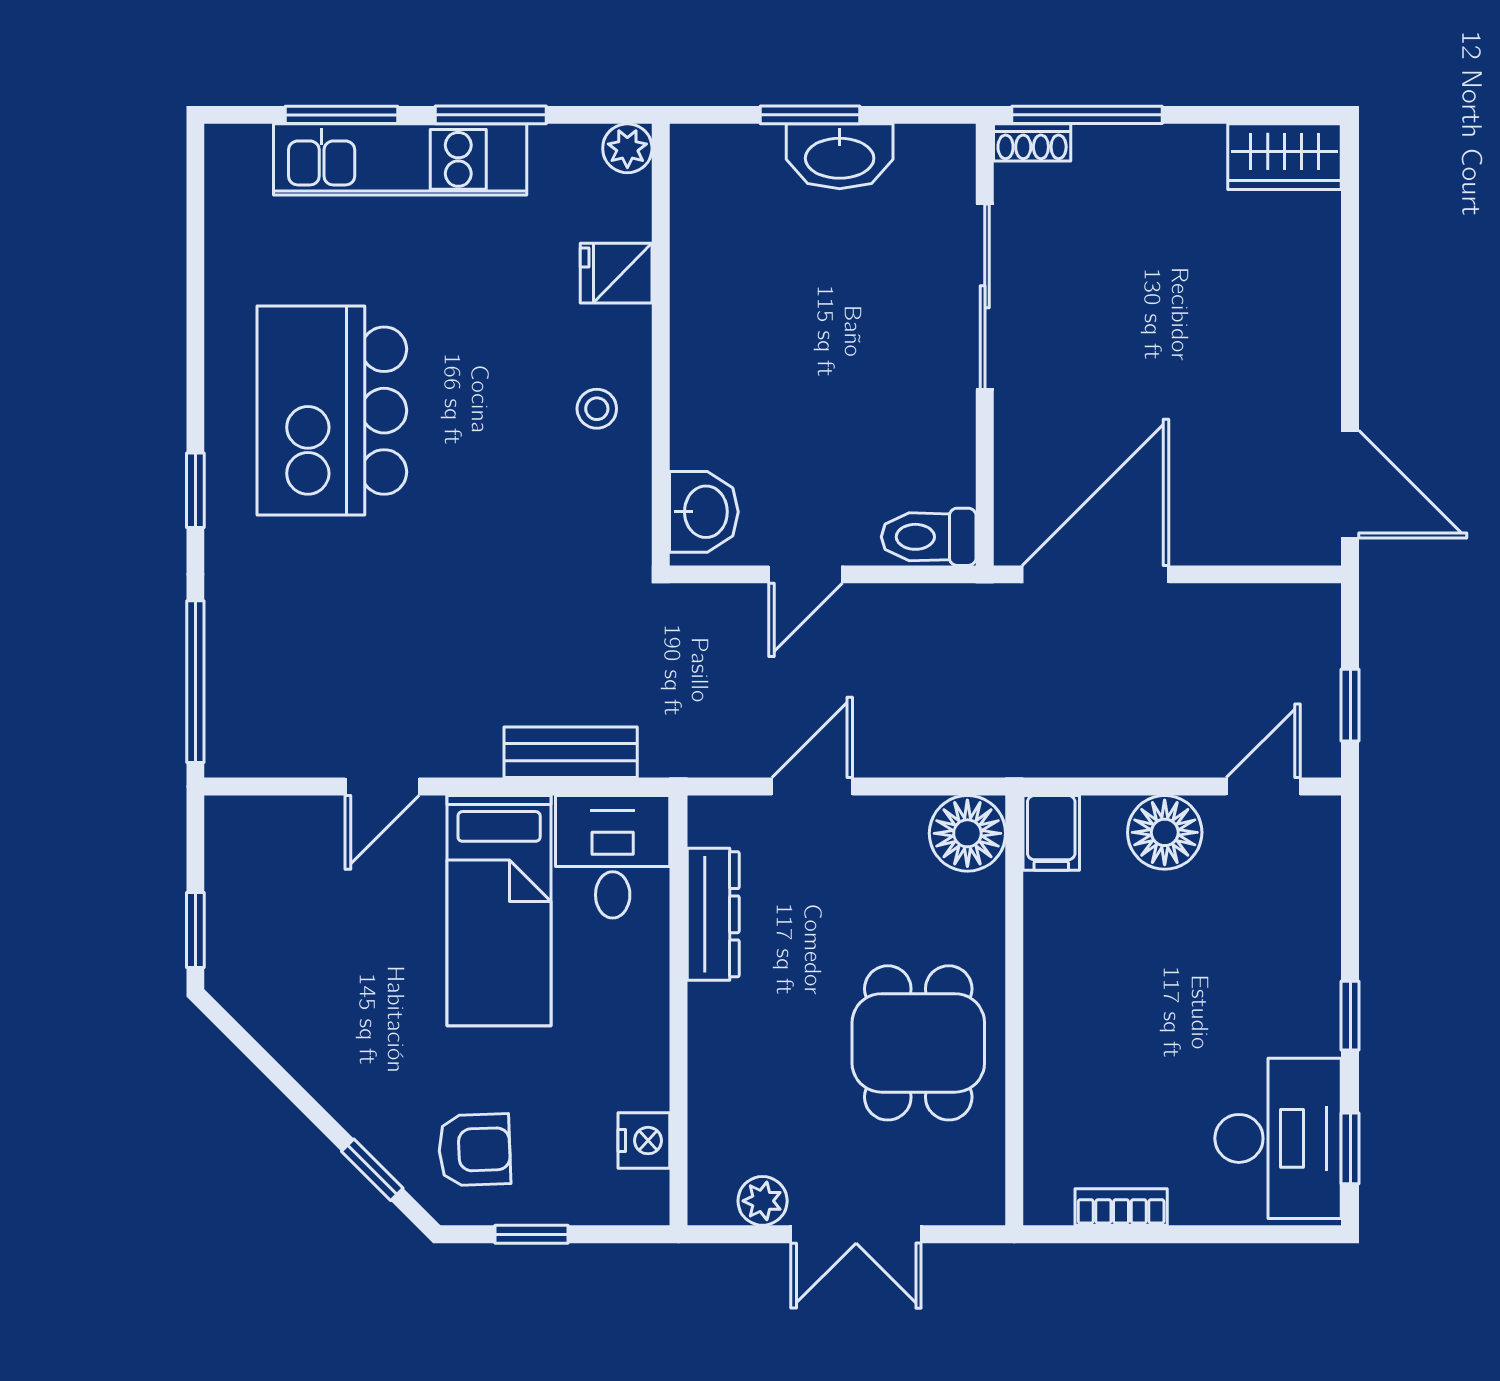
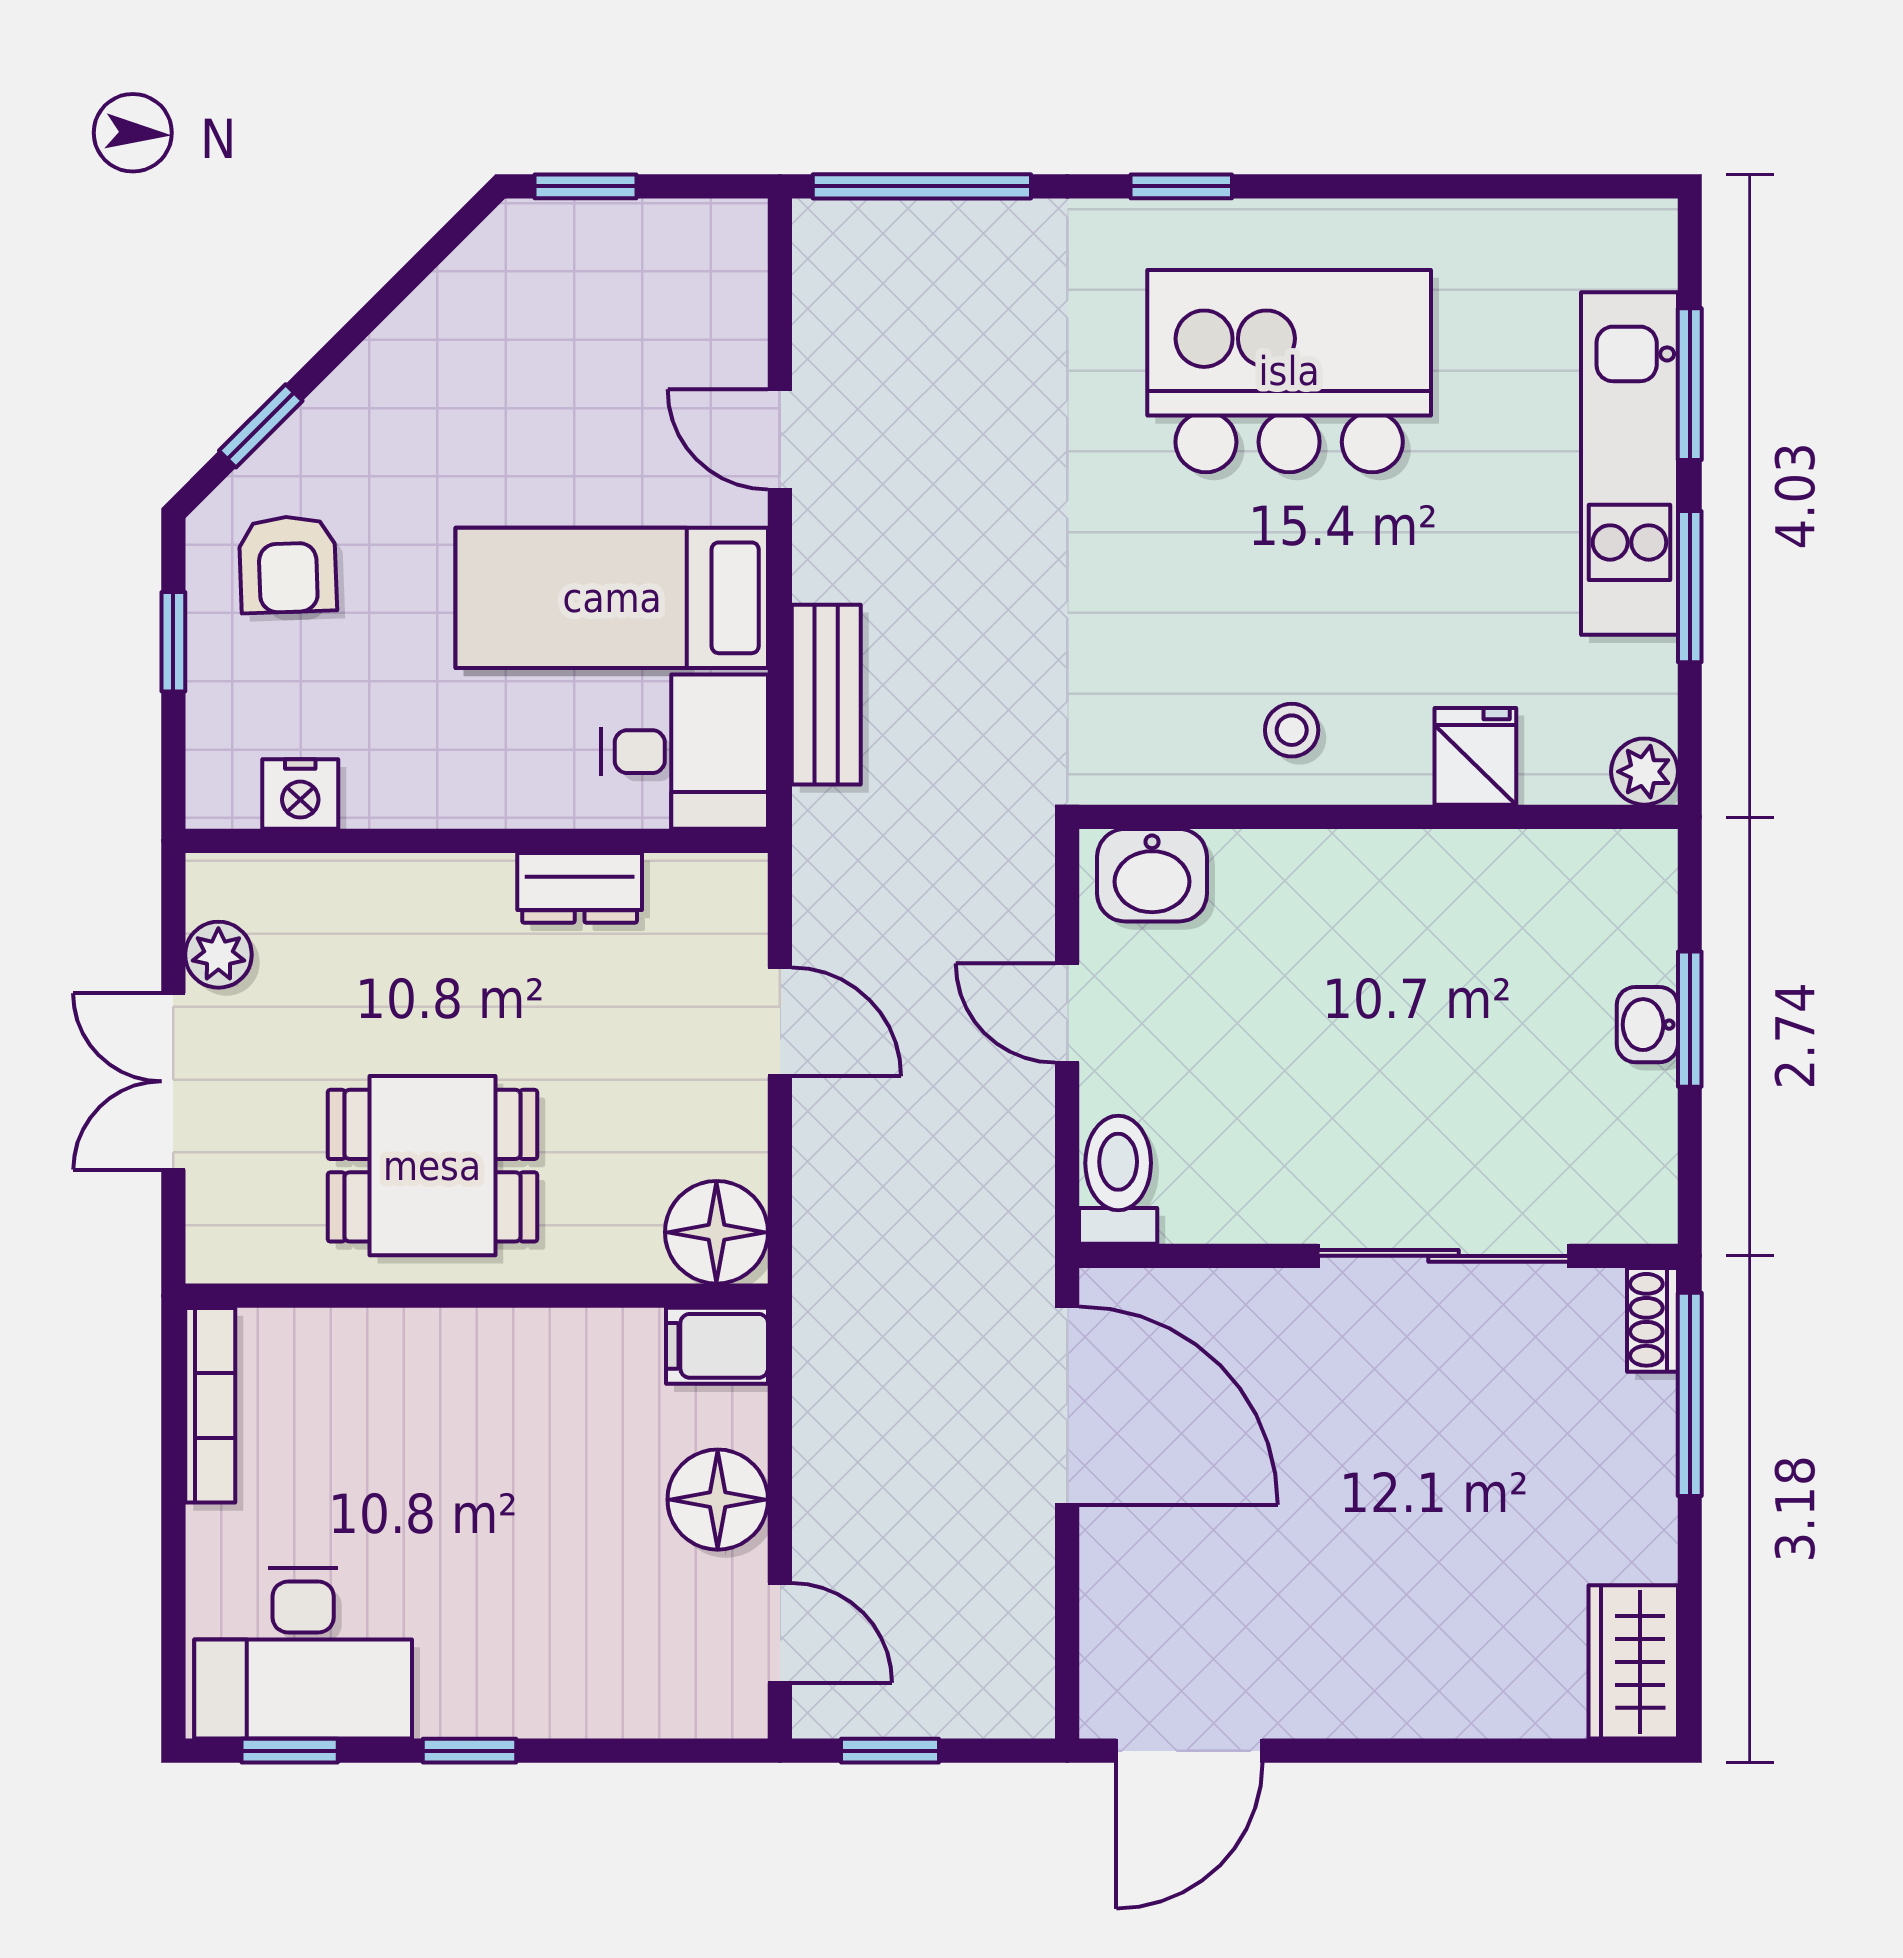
washbasin: (840, 156) -> (1647, 1025), width x0.52, depth x0.69
dresser: (713, 914) -> (580, 888), width x0.70
bookcase: (1121, 1207) -> (210, 1405), width x1.56

